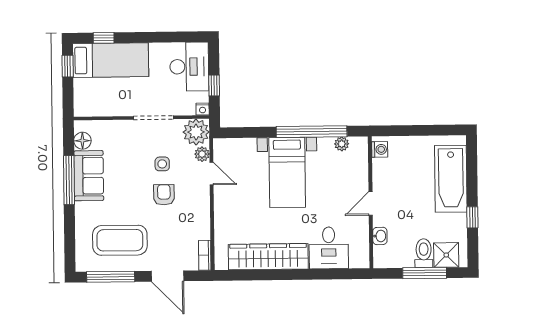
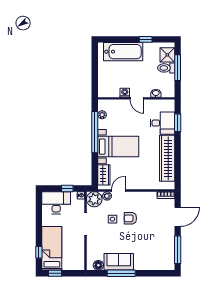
wardrobe: (238, 148) -> (104, 175), added
washing machine: (380, 149) -> (125, 93), moved
coffee table: (120, 240) -> (156, 244), removed
window: (330, 274) -> (178, 123), added

